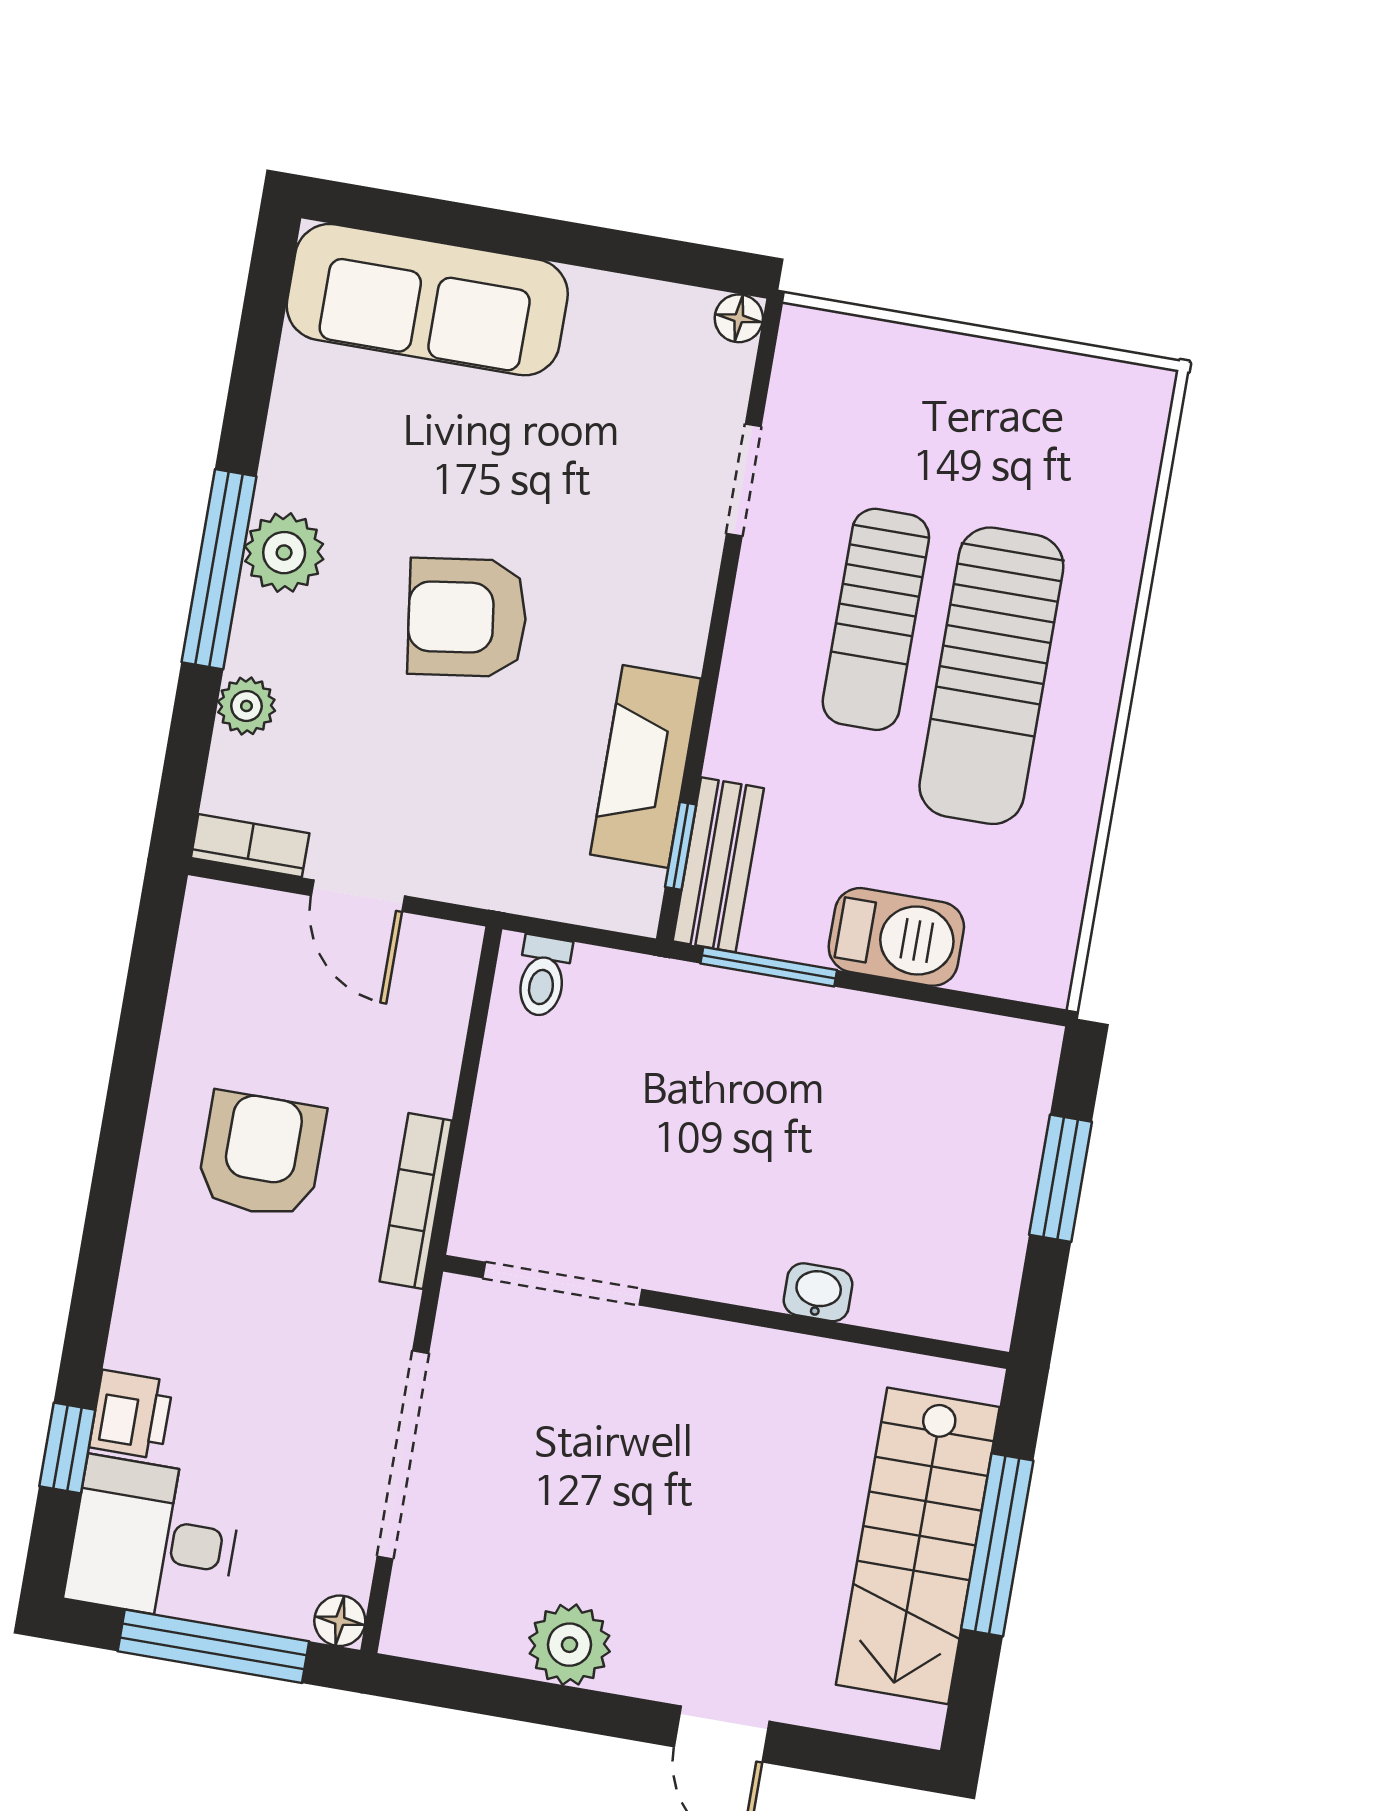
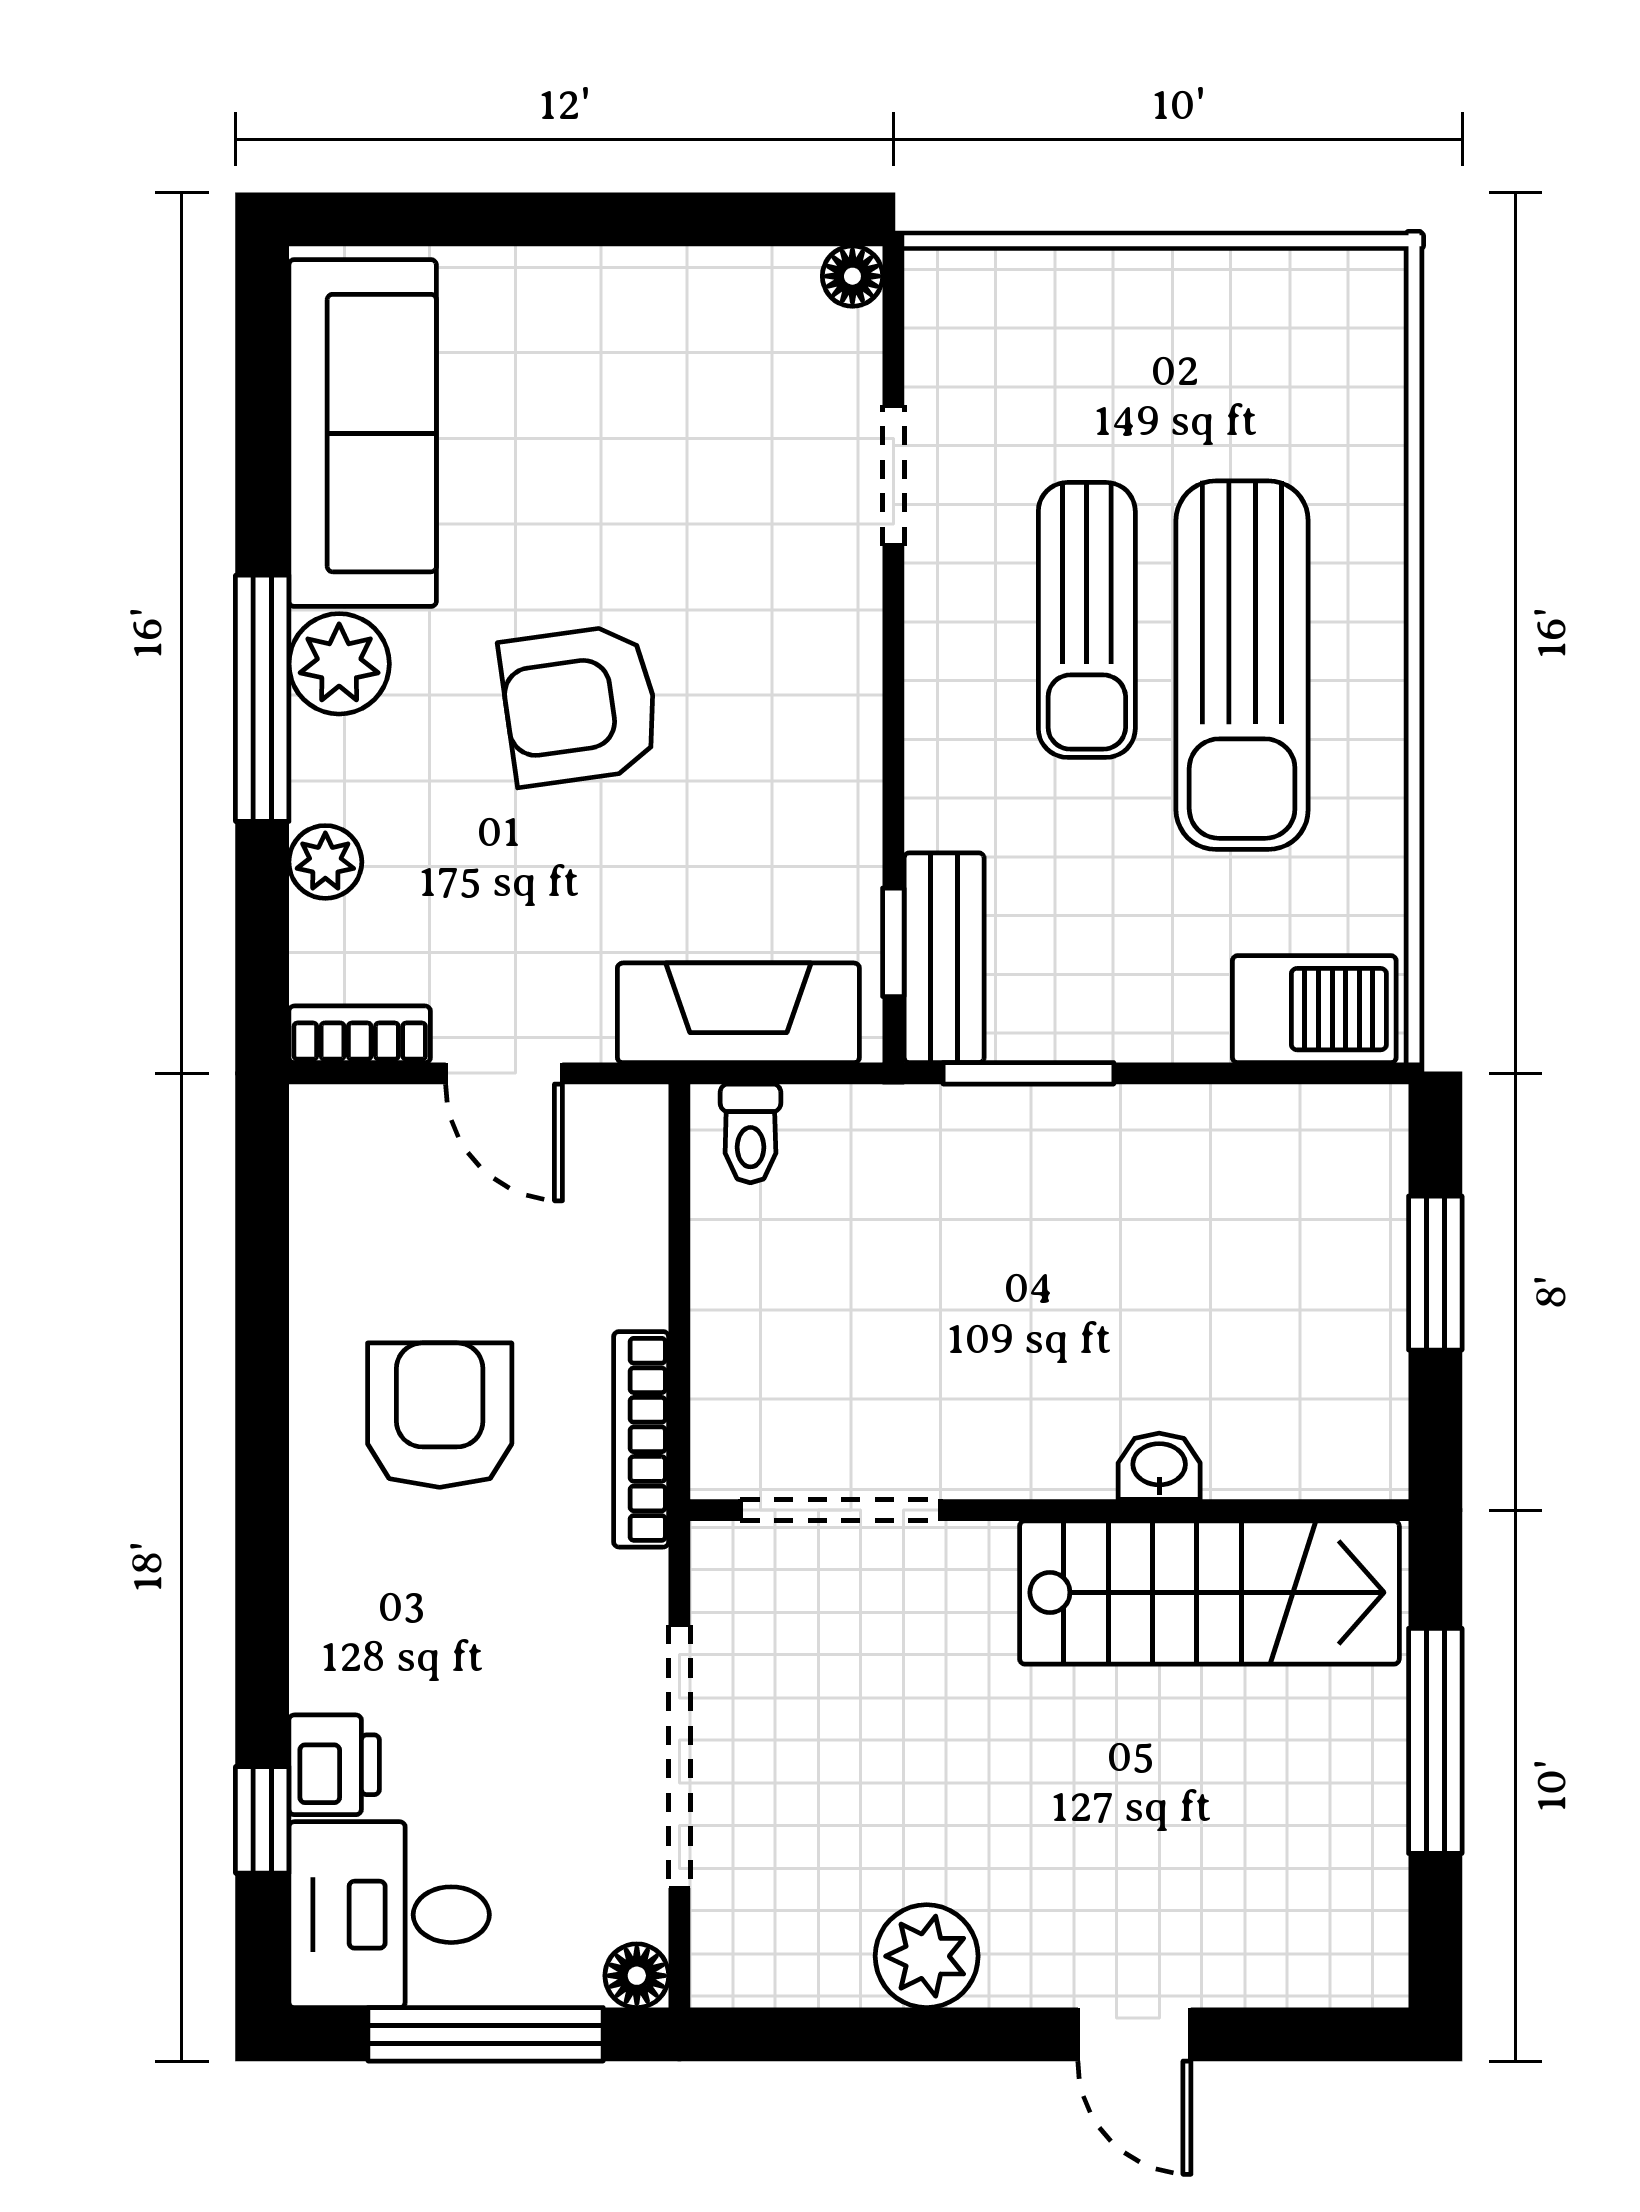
sofa: (427, 300) -> (363, 433), moved, turned -90
fireplace: (645, 767) -> (738, 1013), moved, turned 90
barbecue: (896, 937) -> (1314, 1009), moved
stairs: (918, 1546) -> (1209, 1592), moved, turned -90

